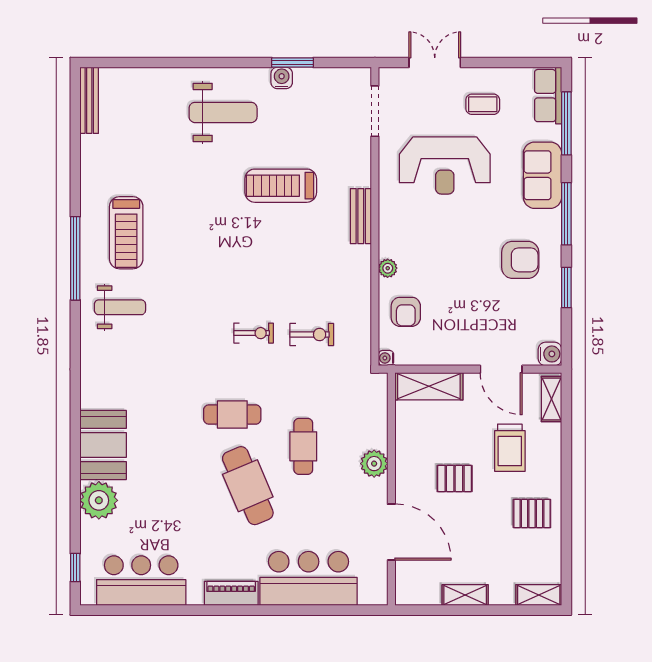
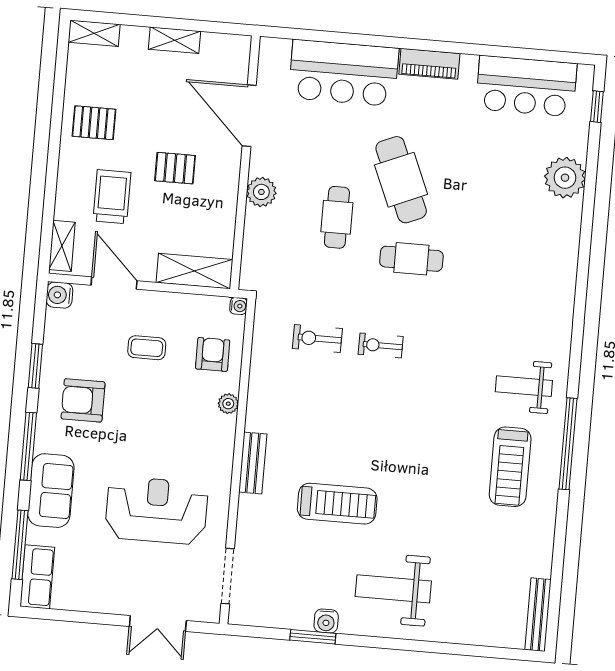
coffee table: (483, 104) -> (147, 348), moved
treadmill: (126, 233) -> (510, 467), turned 180
booth: (103, 445) -> (555, 238), removed

